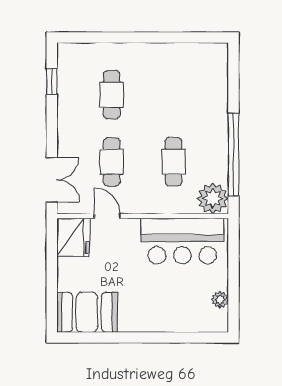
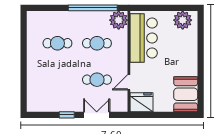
window: (52, 82) -> (67, 115), moved
cafe table: (112, 95) -> (57, 43), moved
double door: (52, 180) -> (97, 115), moved
plant: (220, 300) -> (183, 20), width x1.88, depth x1.88

